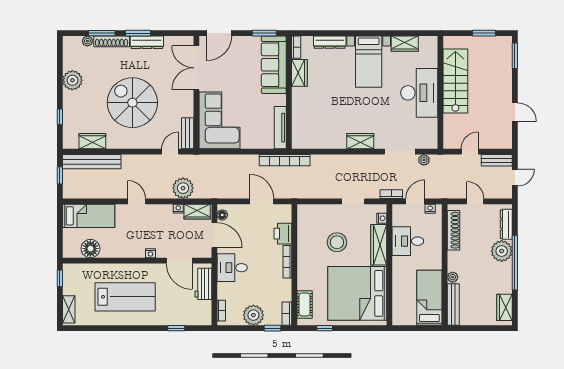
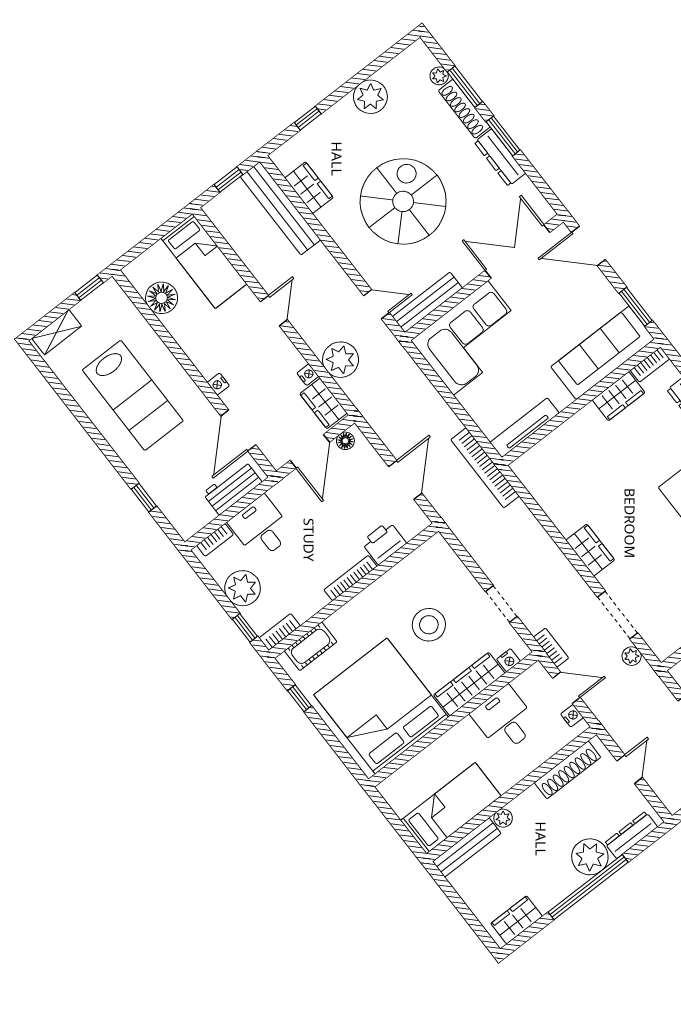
bench: (188, 133) -> (427, 302), width x1.36
desk: (232, 268) -> (261, 528), moved

